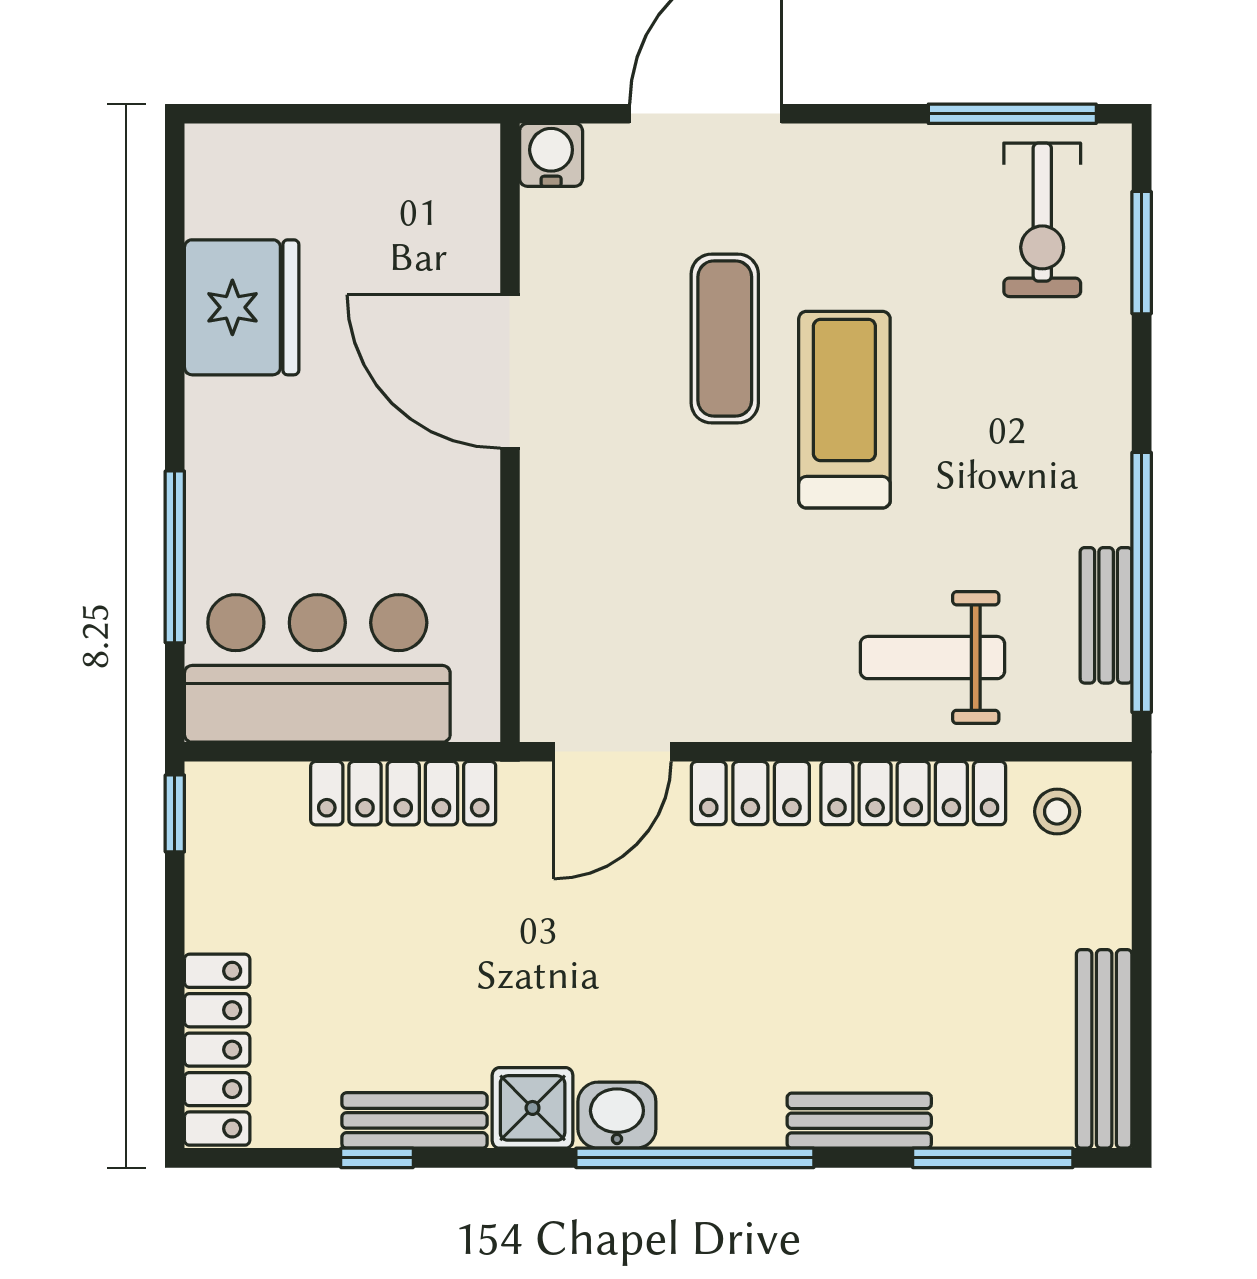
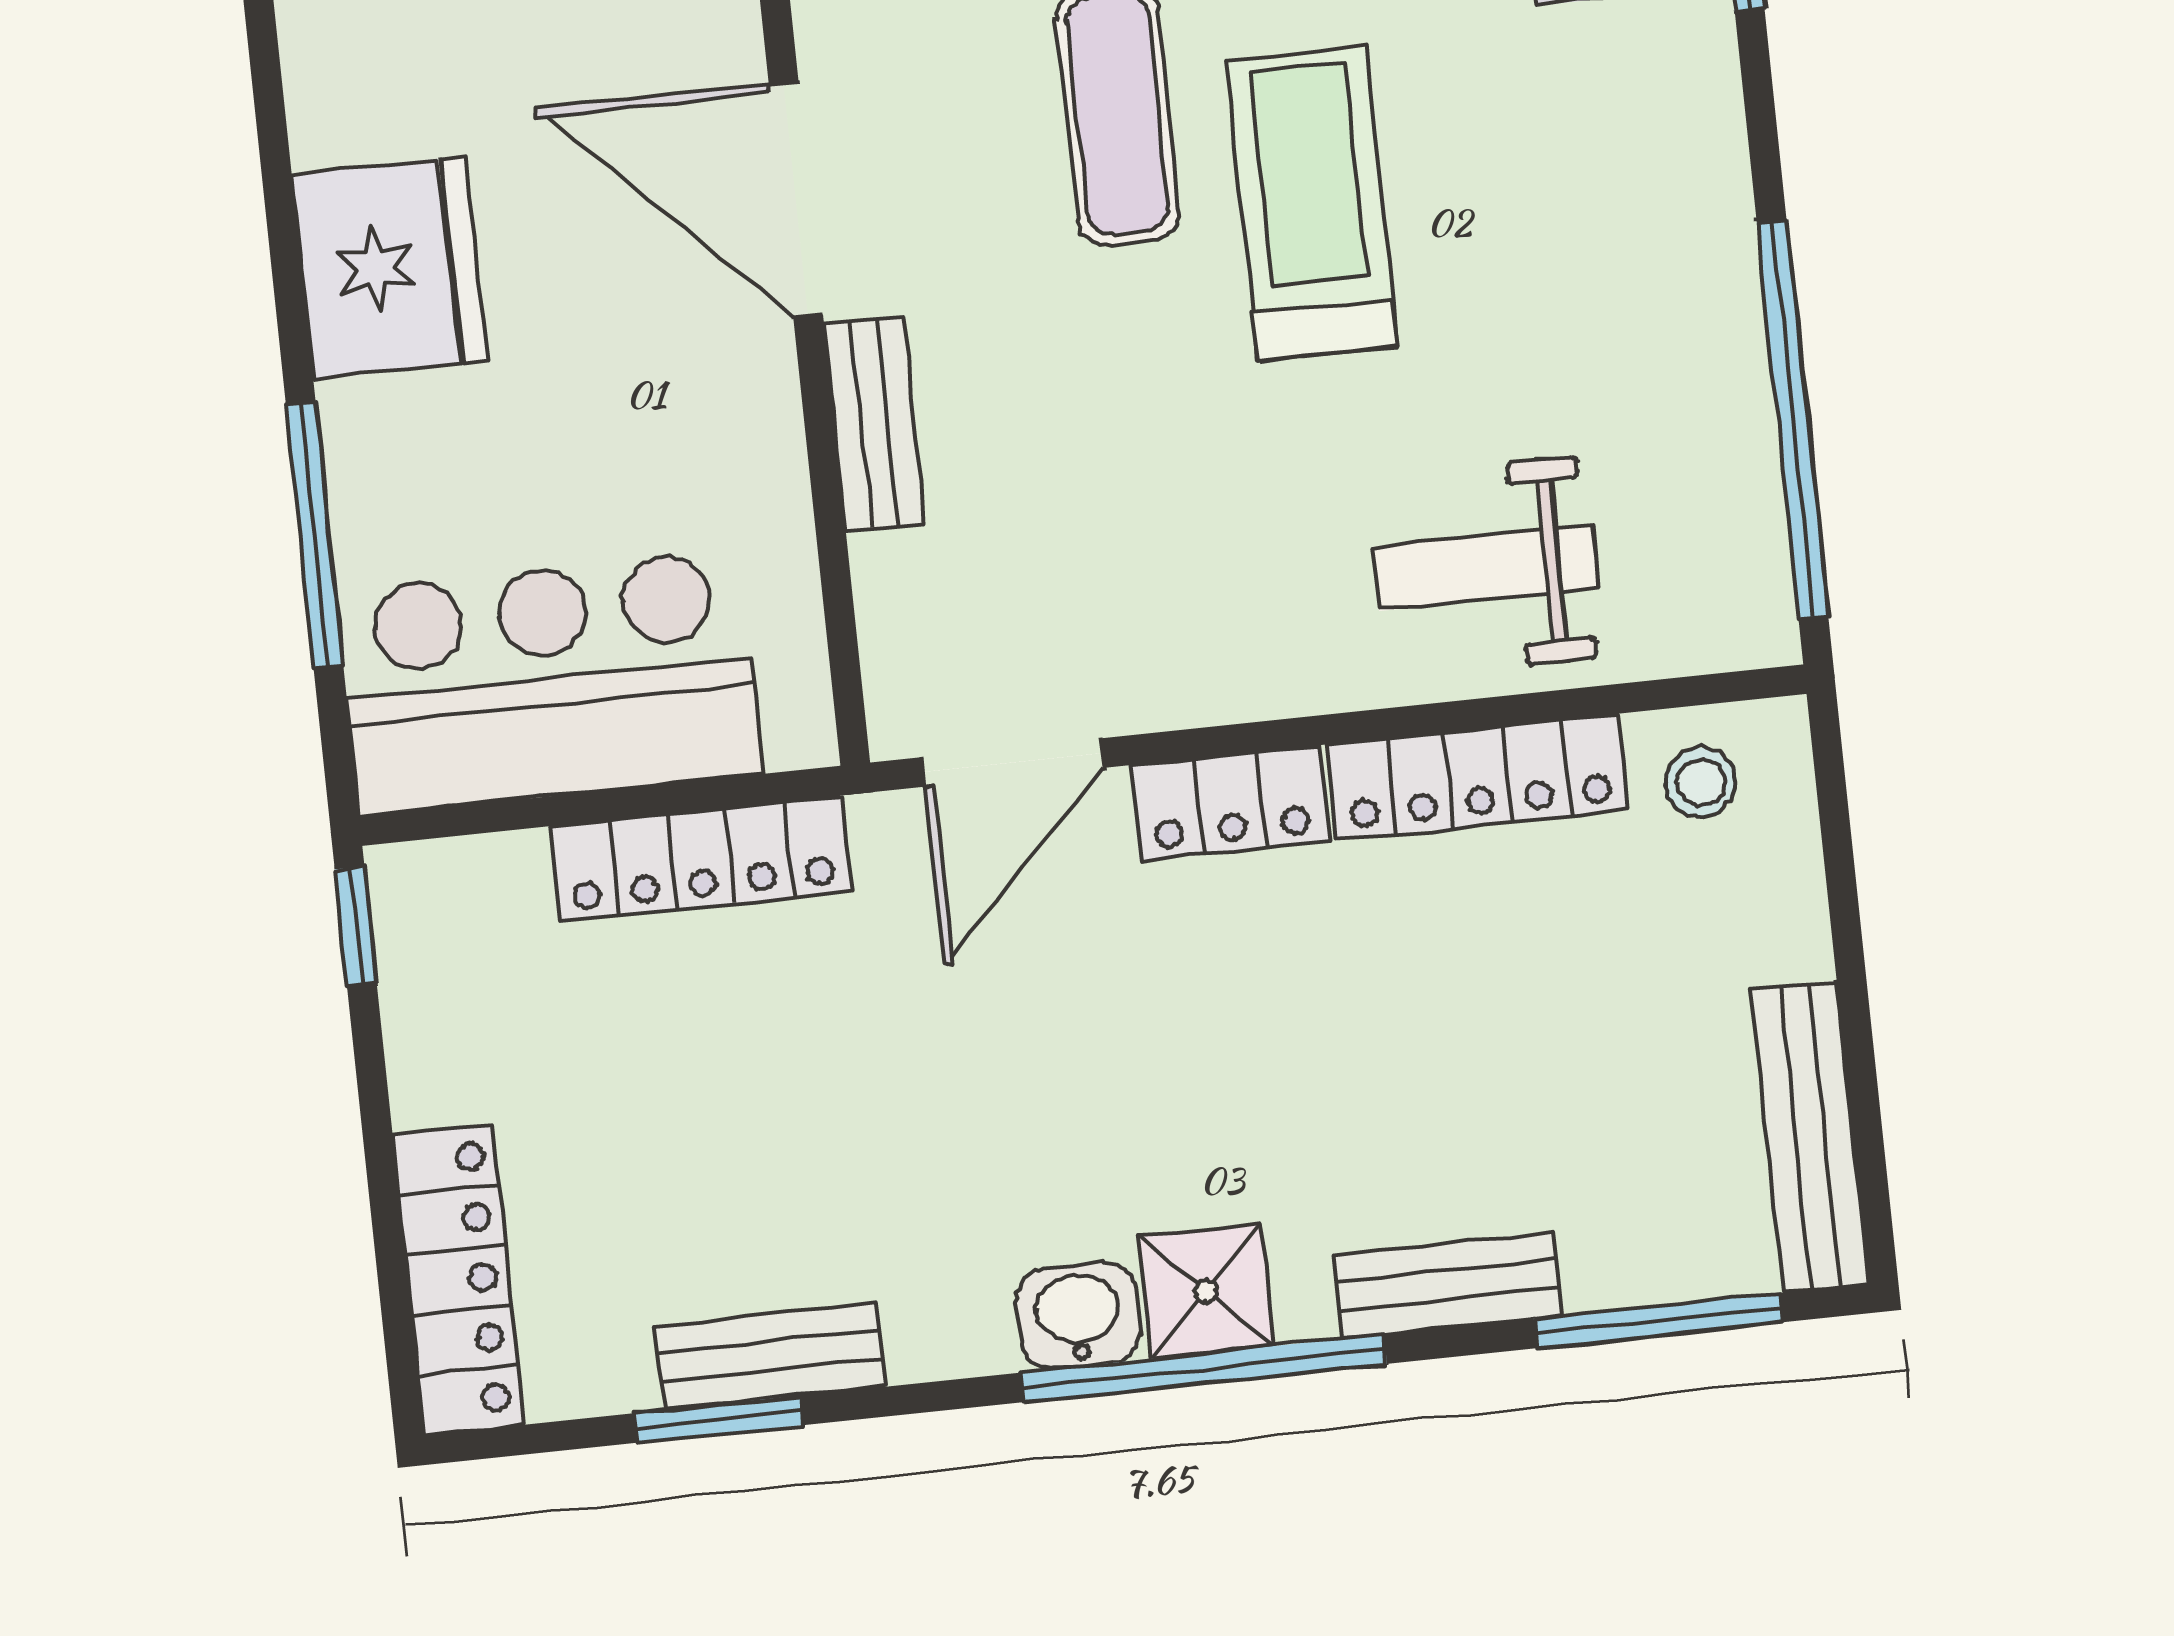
fridge: (242, 307) -> (390, 268), moved
bench: (1106, 615) -> (874, 424), moved
shower: (533, 1108) -> (1206, 1291), moved
window: (377, 1158) -> (719, 1419), width x1.50

